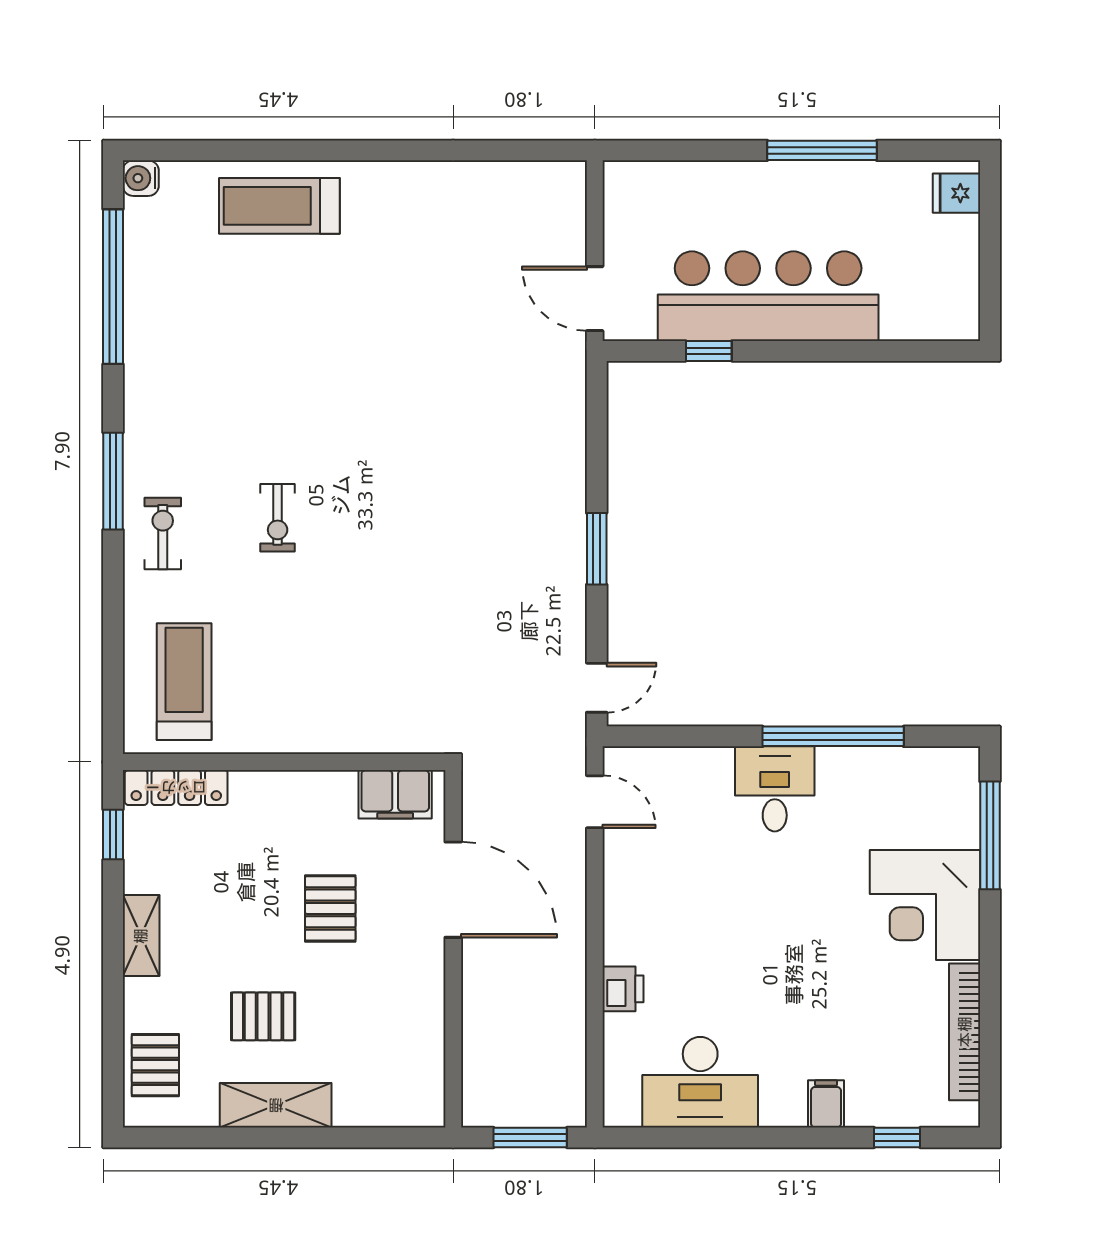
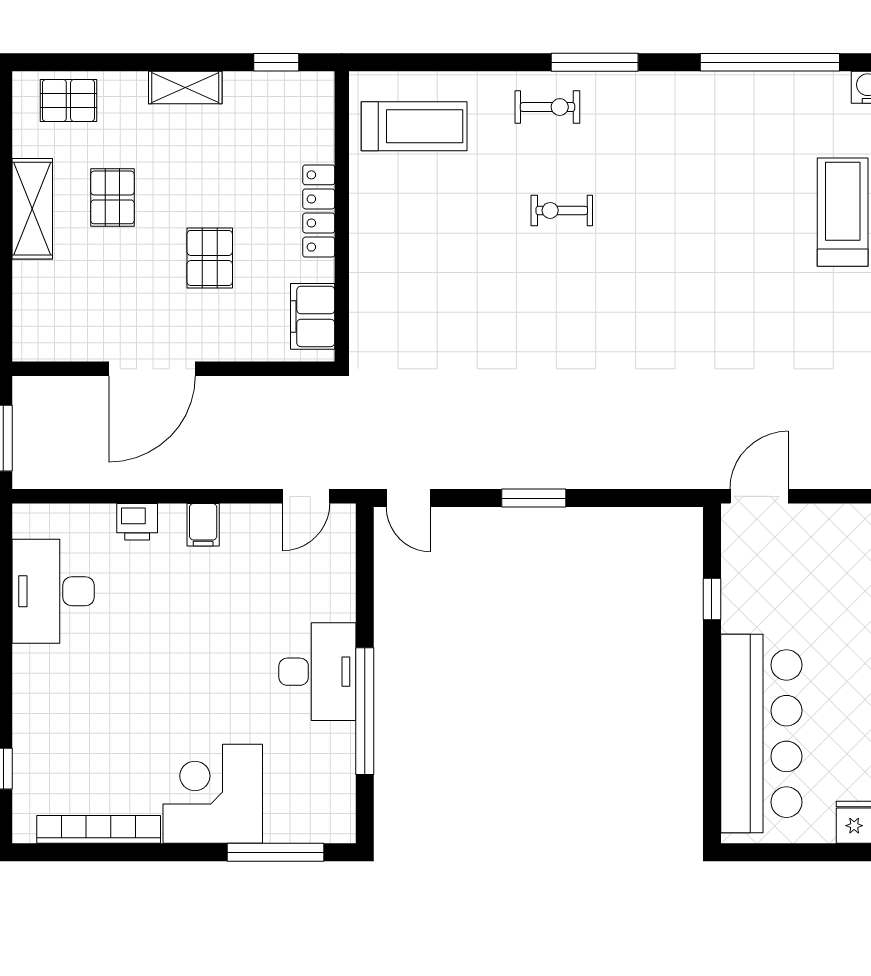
bar counter: (768, 296) -> (761, 734), moved
locker: (176, 787) -> (319, 211), moved
desk: (775, 789) -> (317, 672), width x1.37
door: (453, 890) -> (152, 369), moved
pallet: (330, 908) -> (210, 258), turned 90
filing cabinet: (826, 1104) -> (203, 525), moved, turned 90

